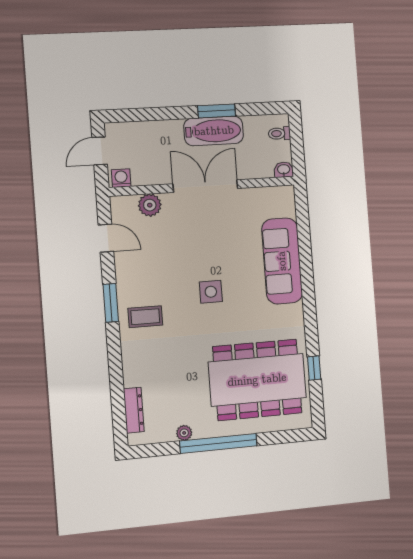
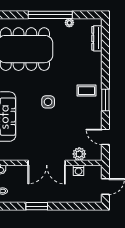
bathtub: (214, 131) -> (39, 195), removed
washing machine: (121, 178) -> (79, 170), moved

